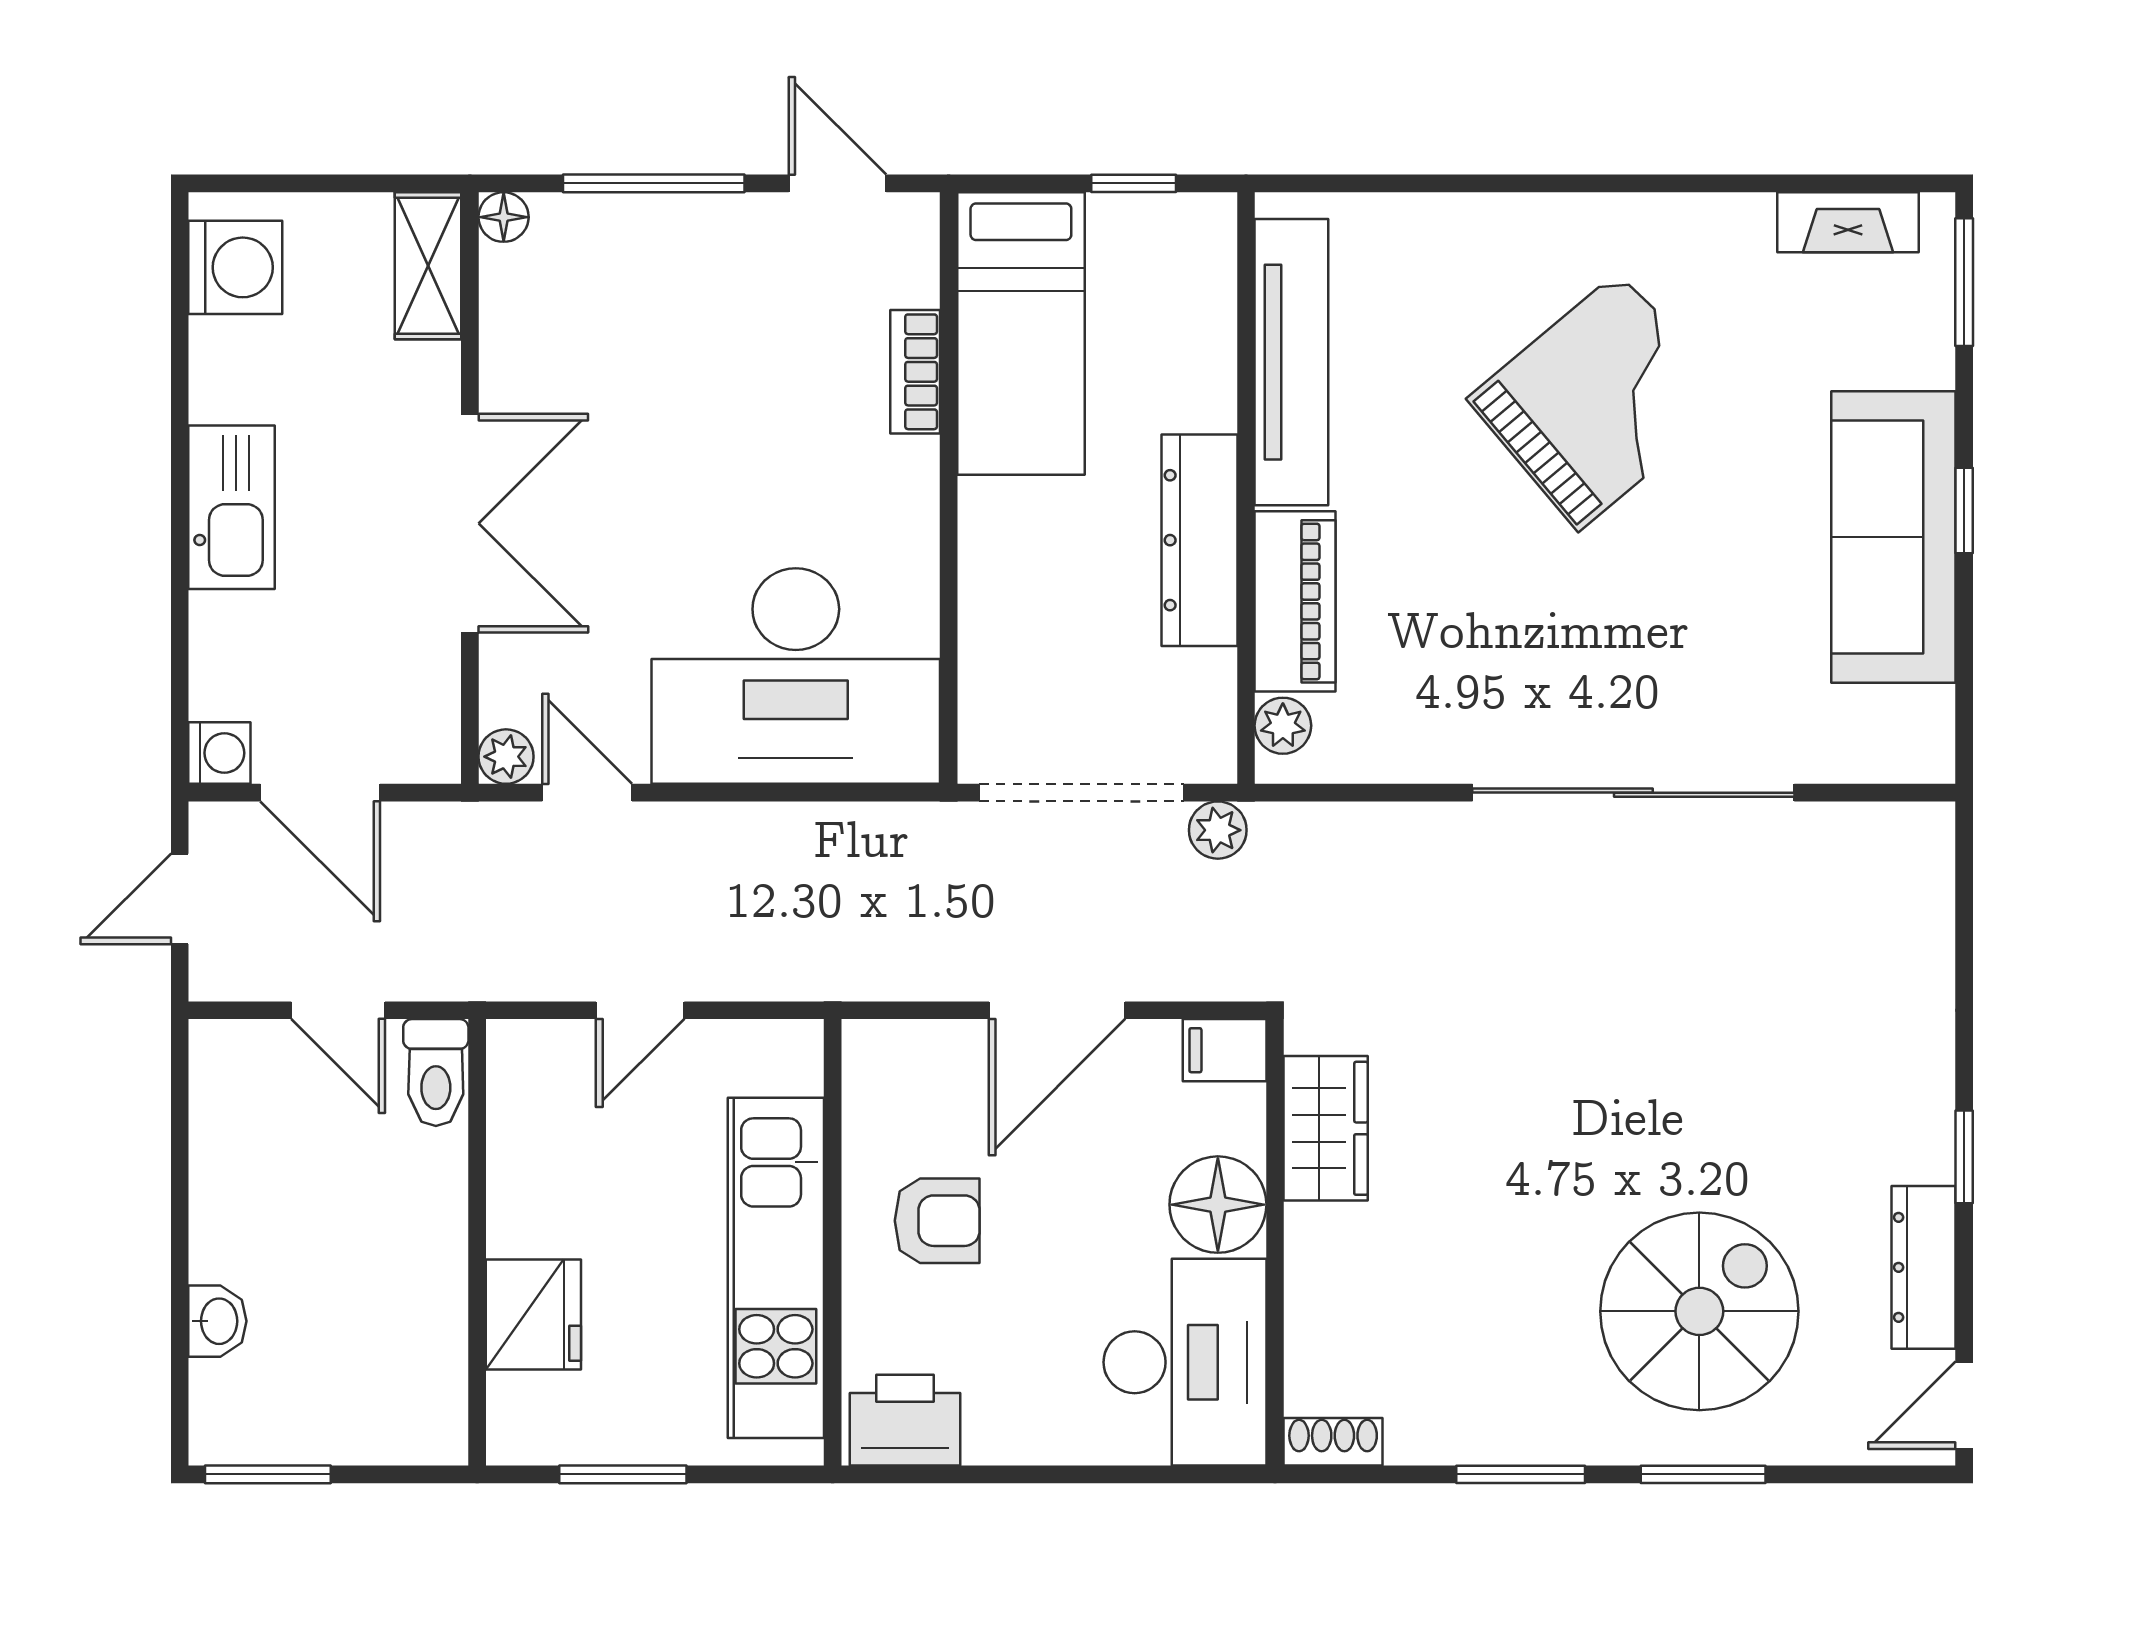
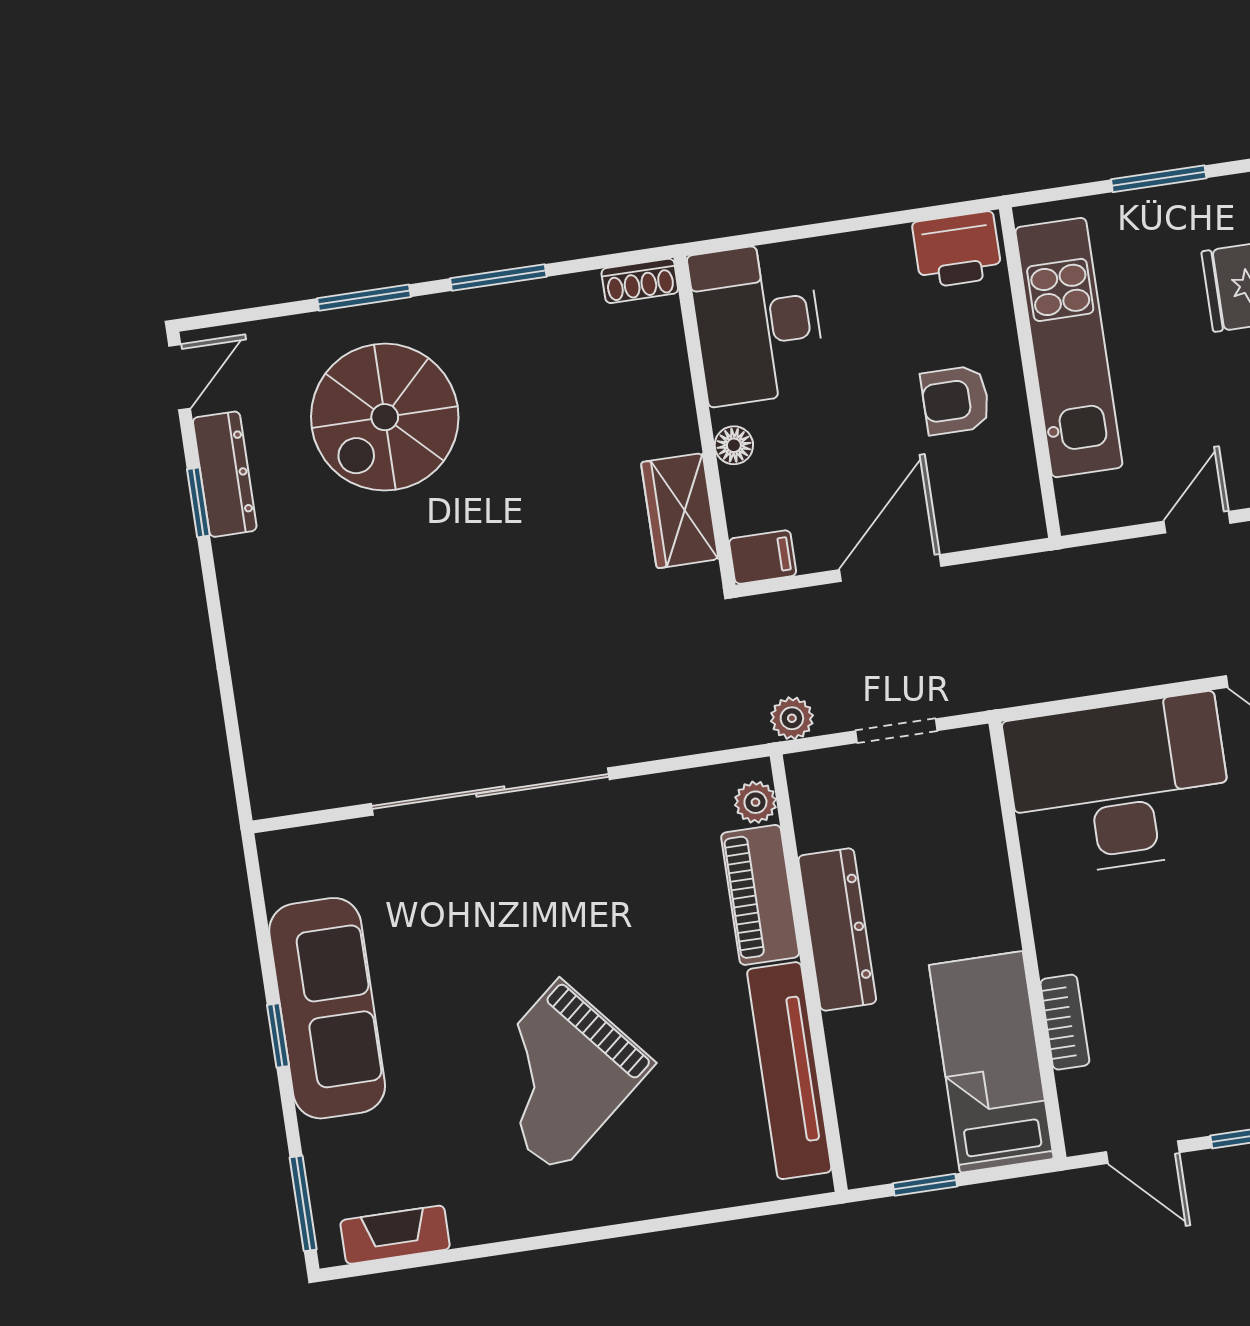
doorway: (1082, 793) -> (896, 731), width x0.53
window: (1964, 1157) -> (198, 502), moved
floor lamp: (1218, 1205) -> (734, 445), width x0.53, depth x0.53

